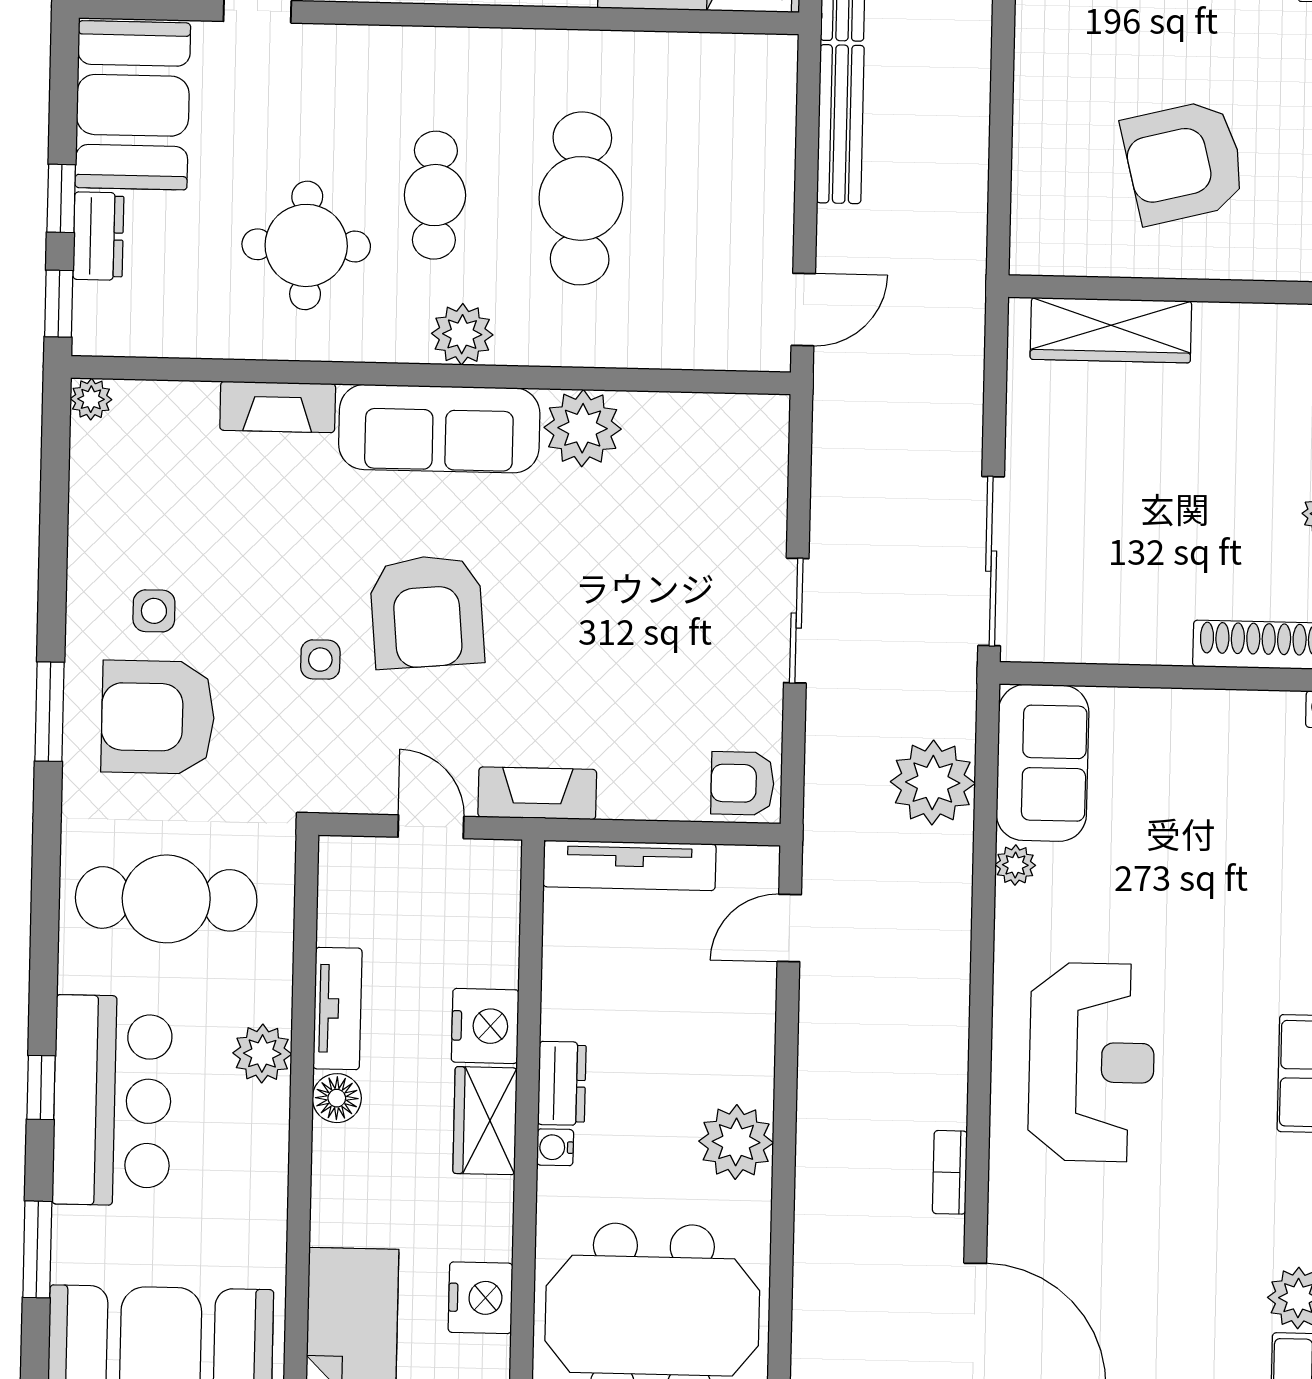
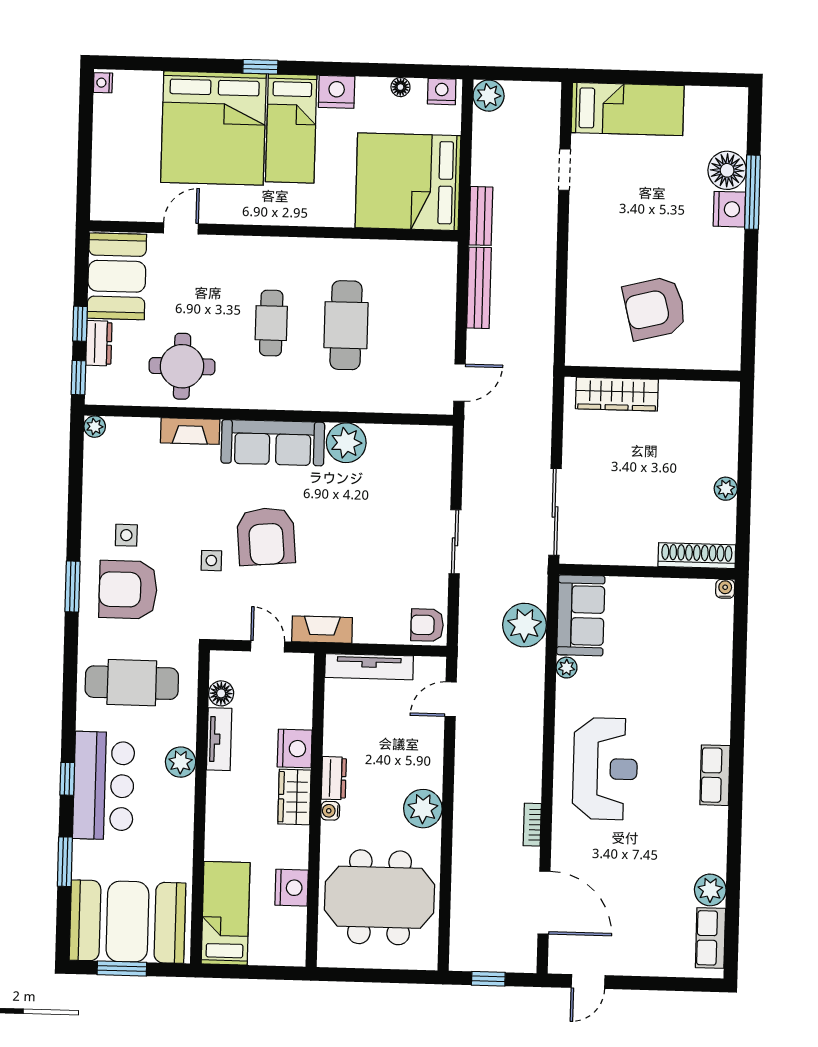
round table: (306, 245) -> (182, 366), moved
plant: (462, 334) -> (285, 394), removed
floor lamp: (337, 1098) -> (221, 693), moved

